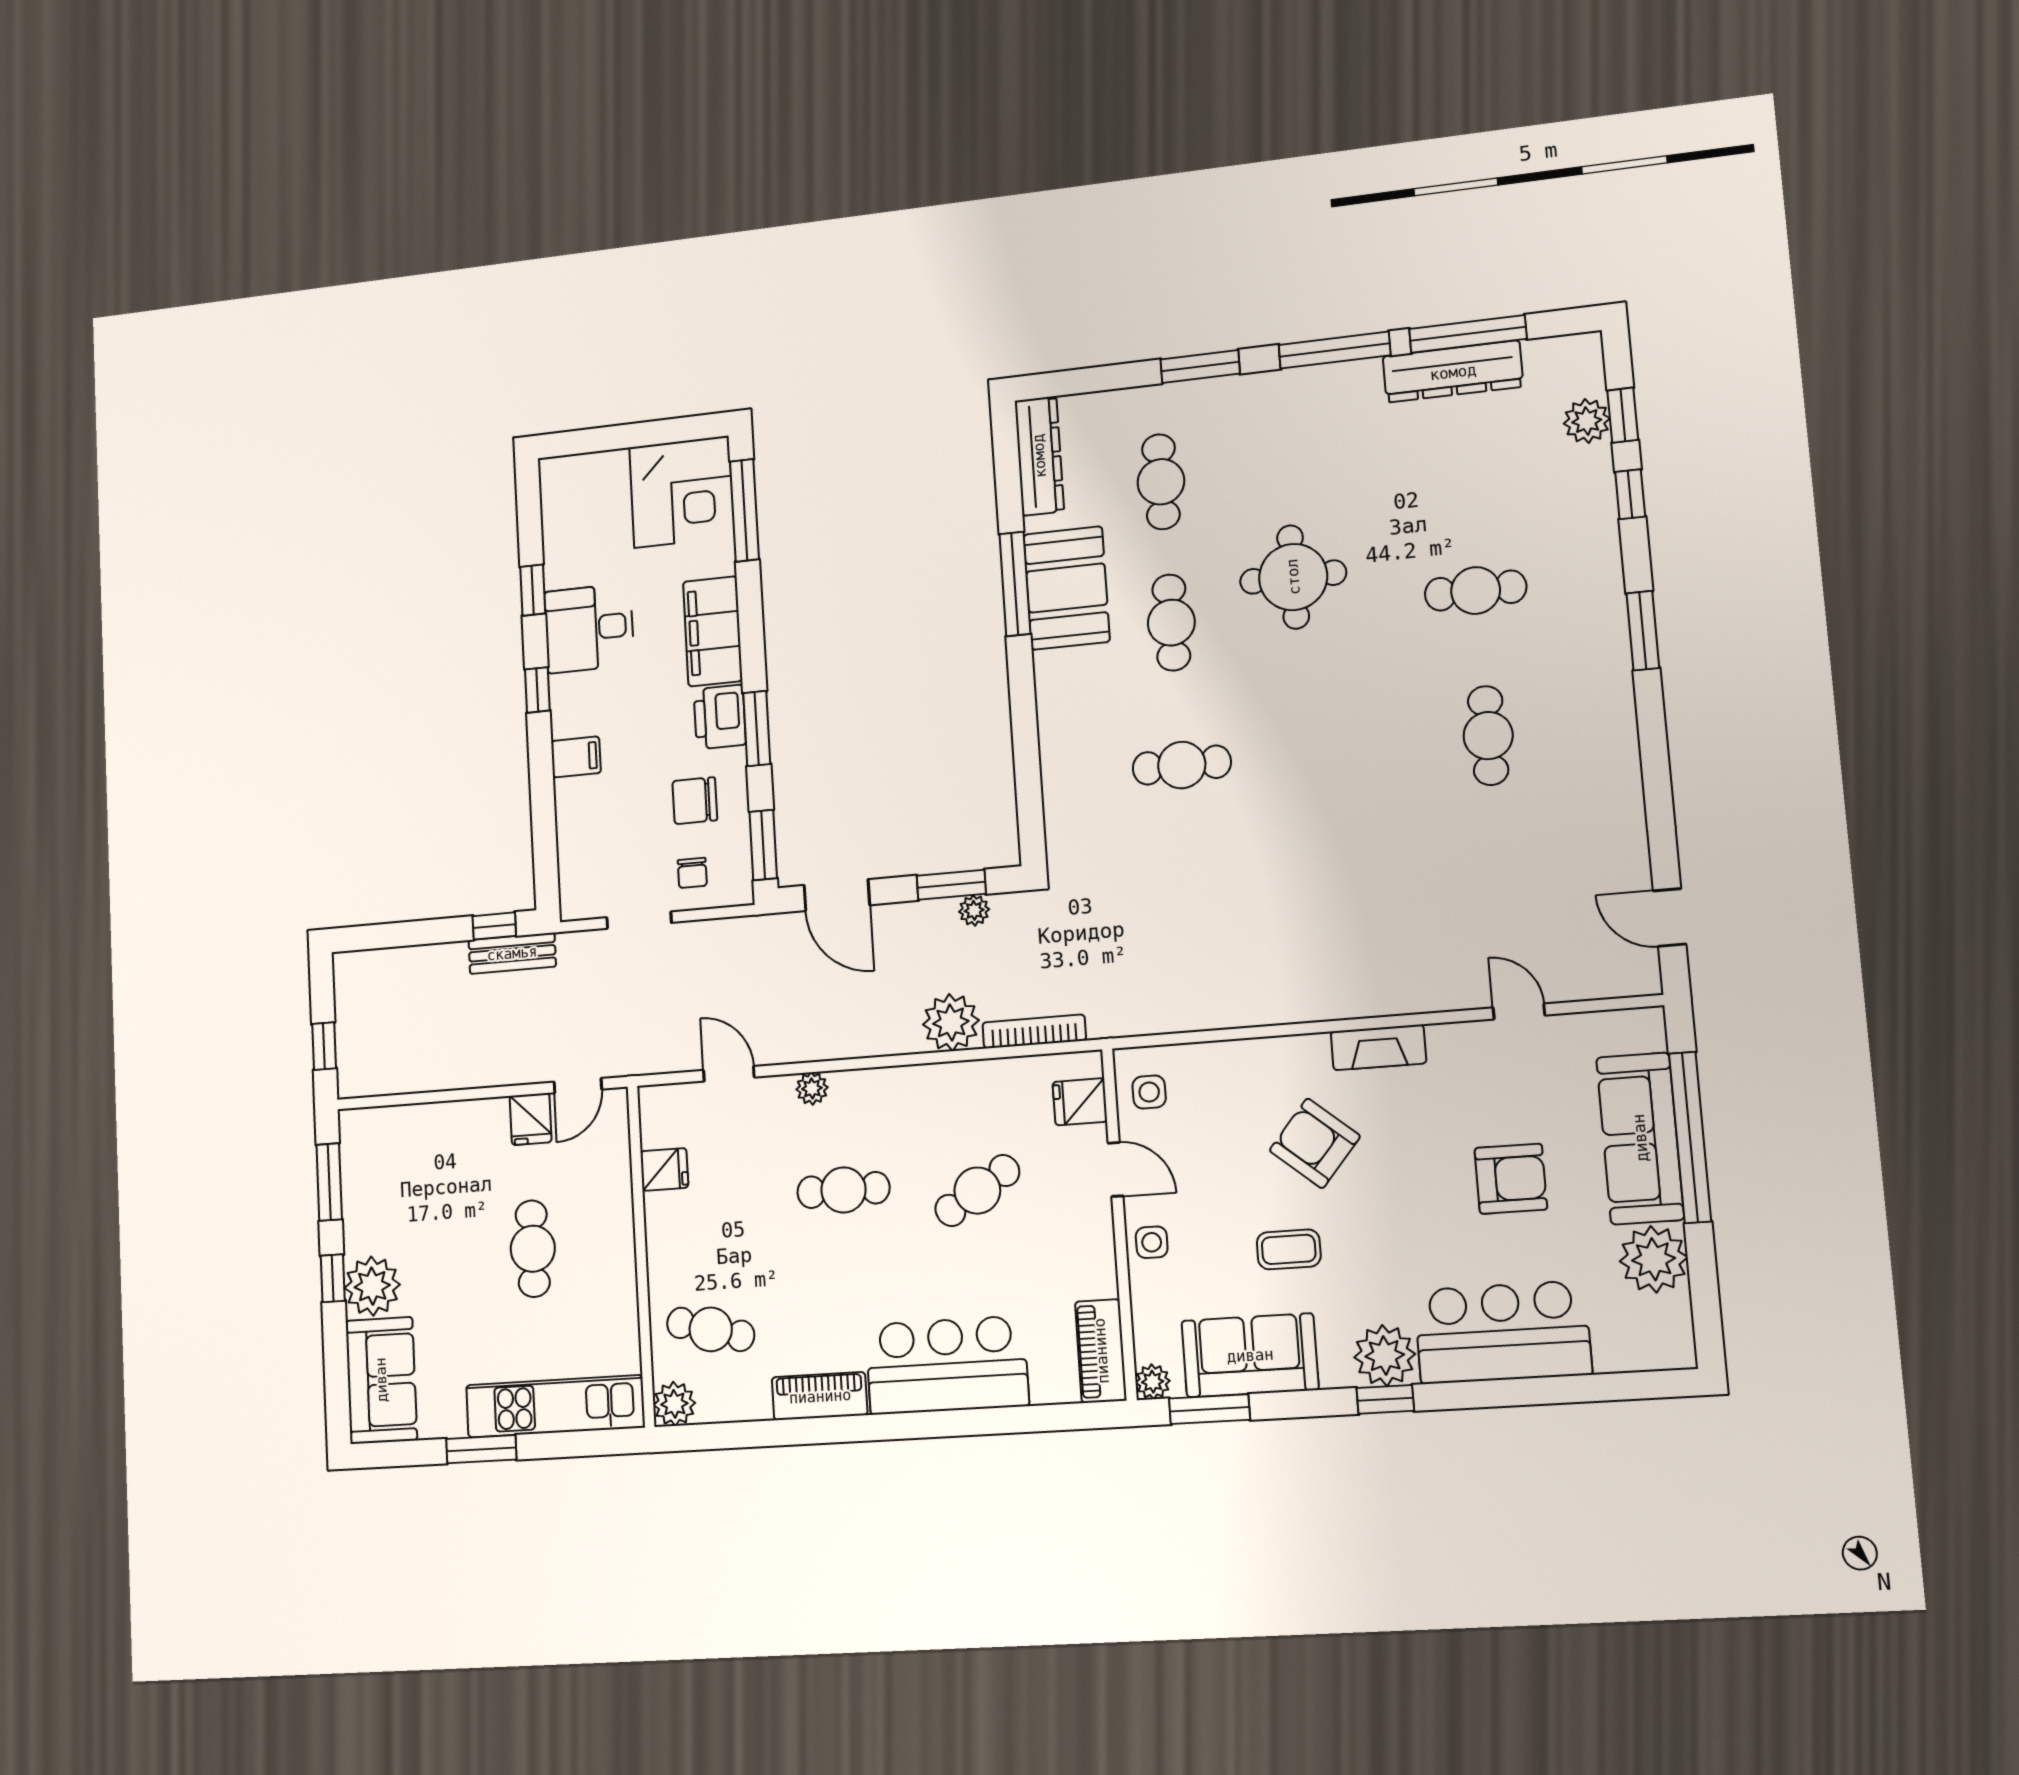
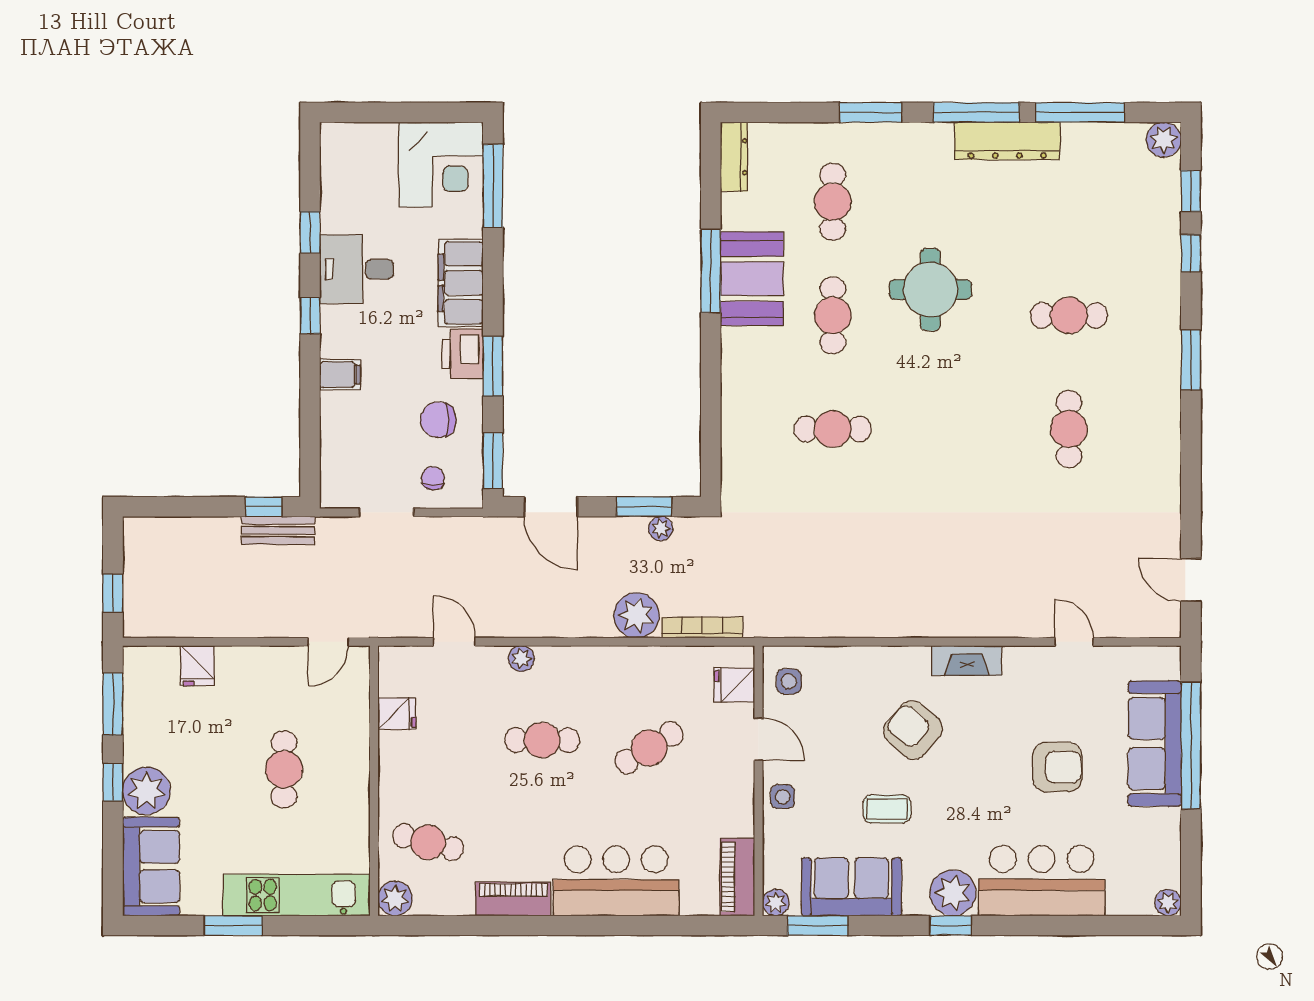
dresser: (1453, 372) -> (1007, 141), moved
plant: (1587, 421) -> (1164, 140), moved
dresser: (1039, 456) -> (734, 157), width x0.73, depth x0.80
chair: (692, 873) -> (433, 478), turned 180
fridge: (531, 1119) -> (197, 666), moved
plant: (1654, 1259) -> (1168, 903), moved, width x0.53, depth x0.53

